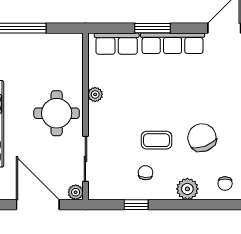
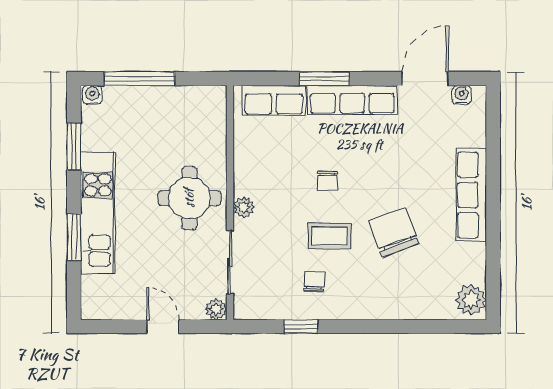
plant: (95, 94) -> (244, 208), moved
chair: (225, 184) -> (327, 181), moved
plant: (187, 189) -> (373, 304), removed
door: (38, 205) -> (163, 326), width x0.53

